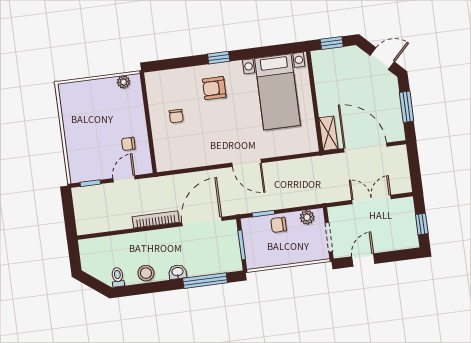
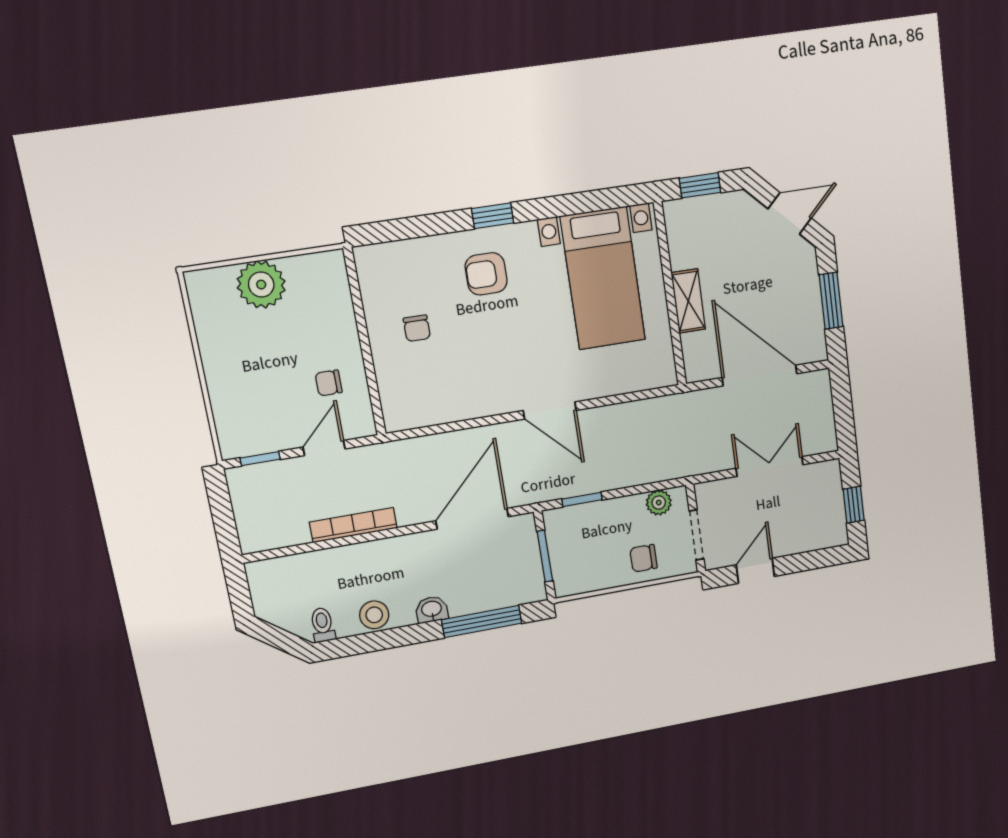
plant: (124, 82) -> (261, 285), moved, width x1.88, depth x1.88
shelving: (328, 133) -> (688, 301), moved
bookcase: (156, 219) -> (353, 525), moved
chair: (279, 225) -> (644, 558), moved

